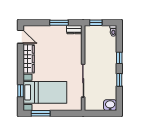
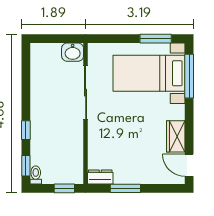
wardrobe: (29, 59) -> (176, 136), width x0.67
window: (119, 80) -> (26, 166), moved
window: (21, 91) -> (189, 76), width x2.17
washbasin: (110, 105) -> (73, 52), moved

